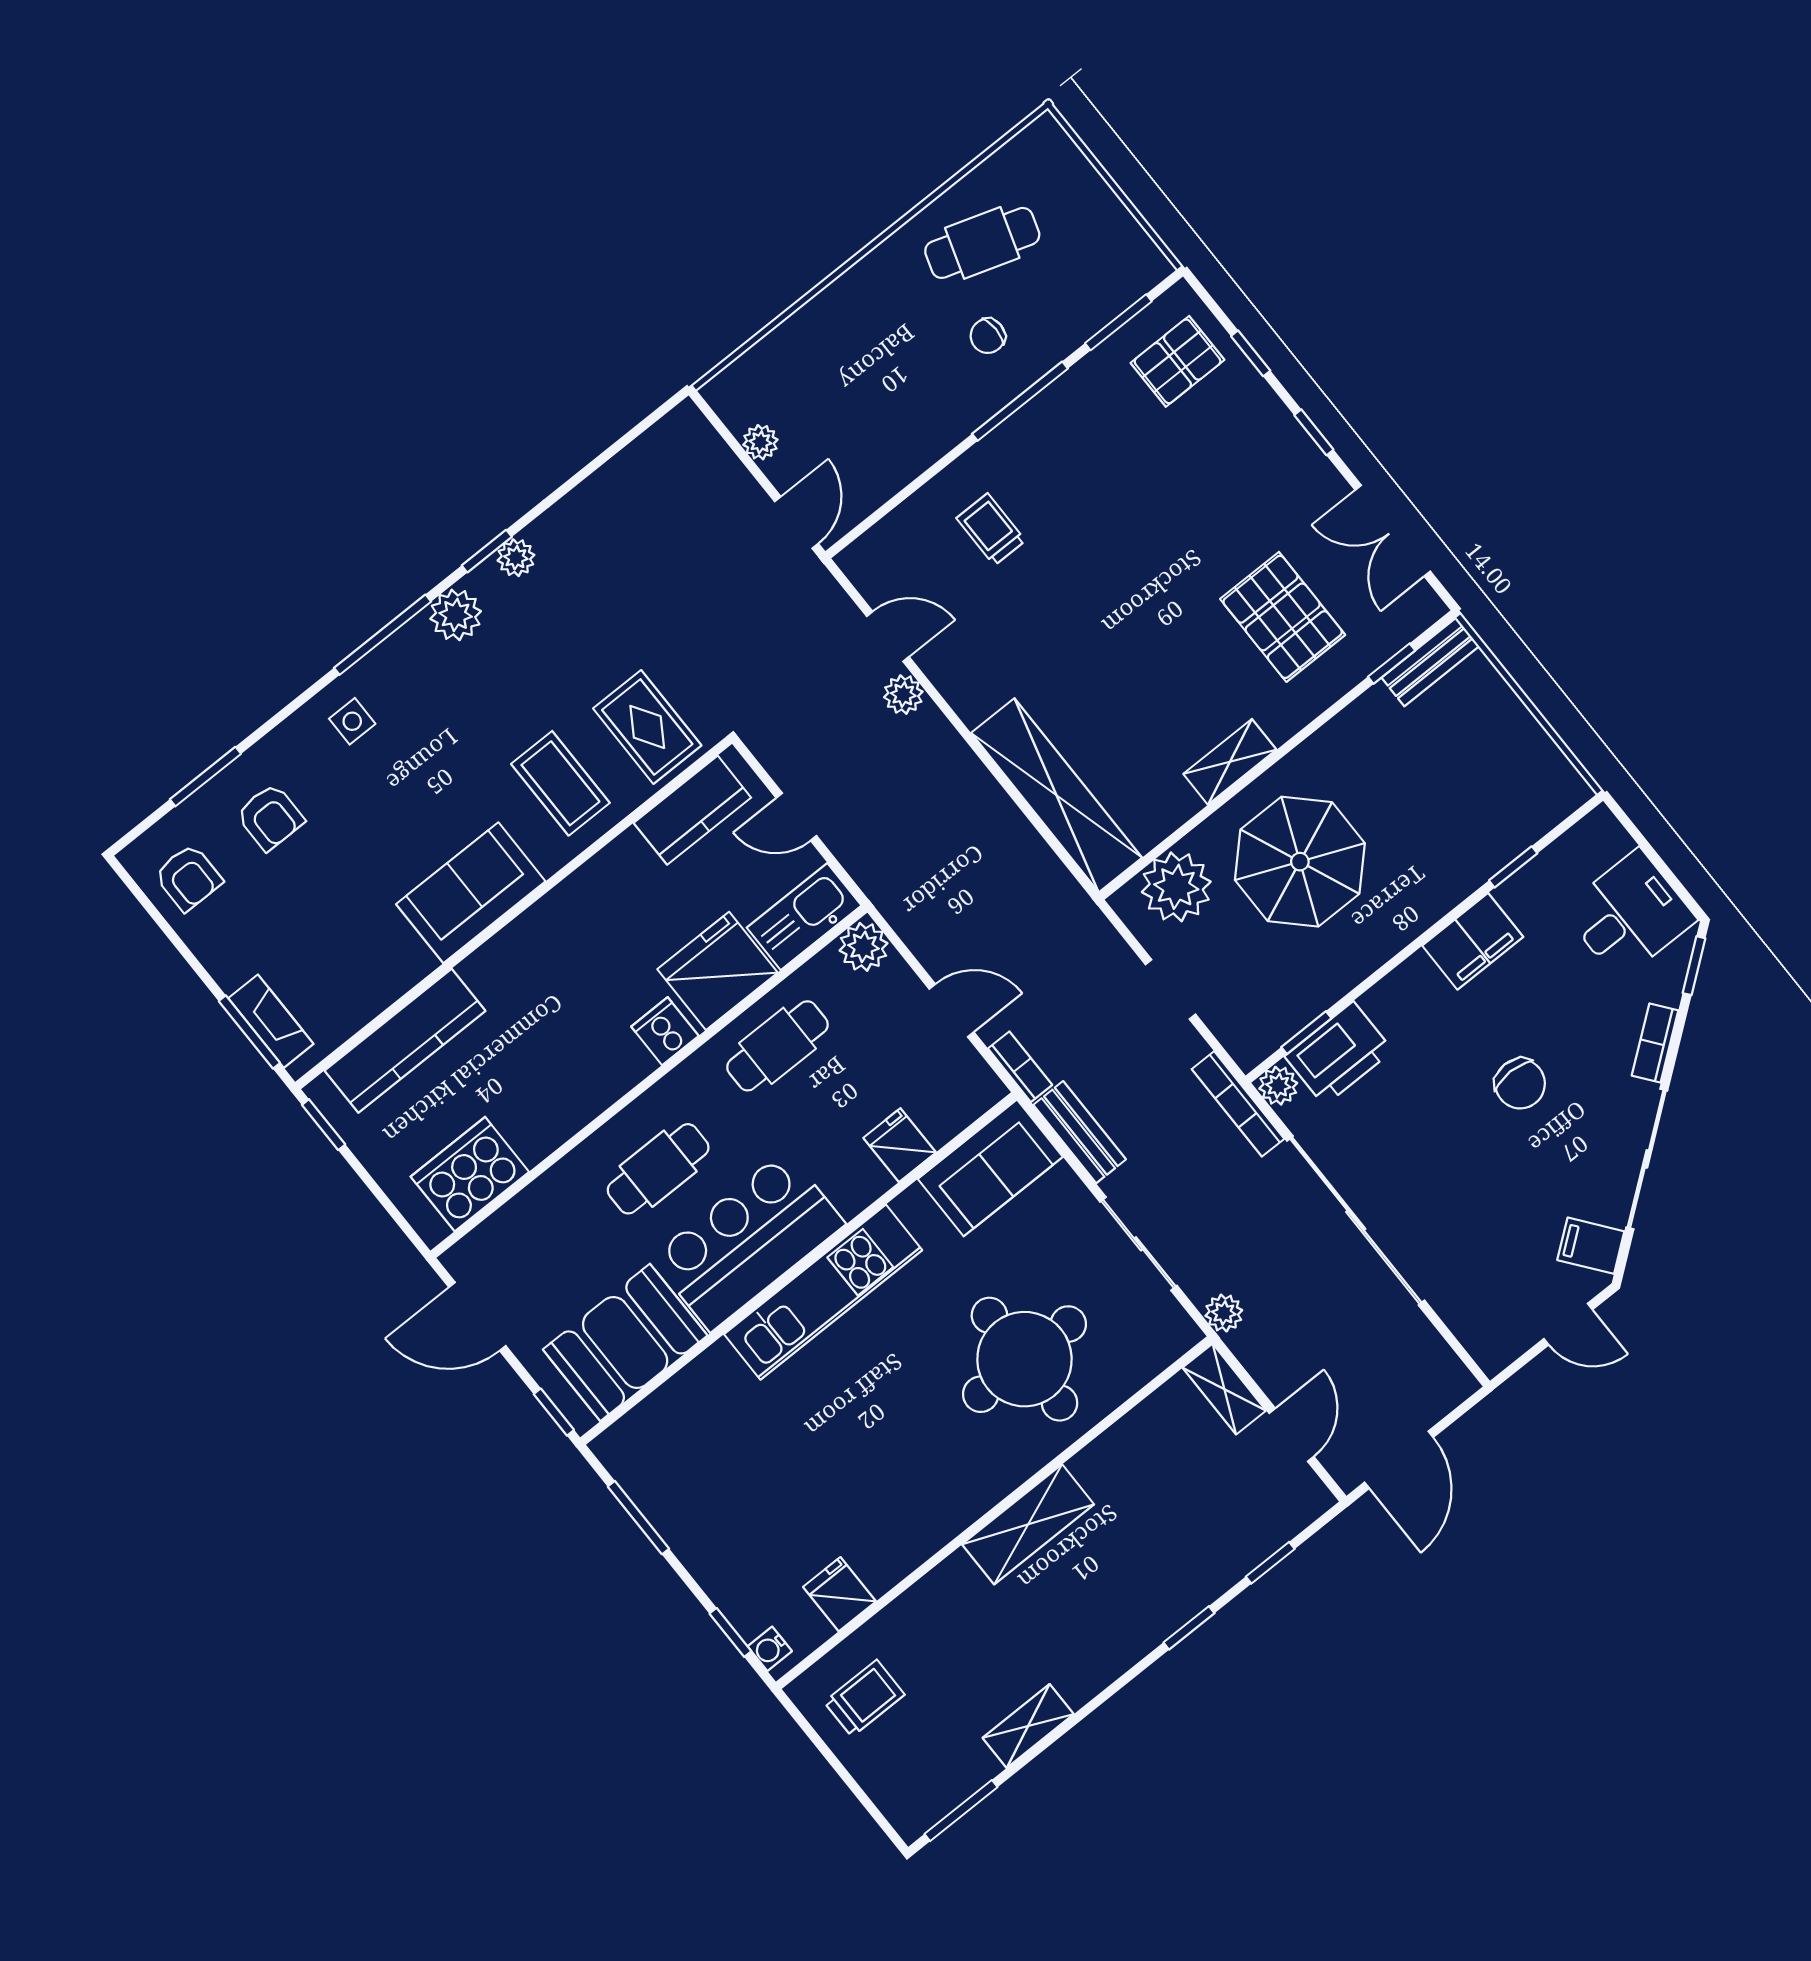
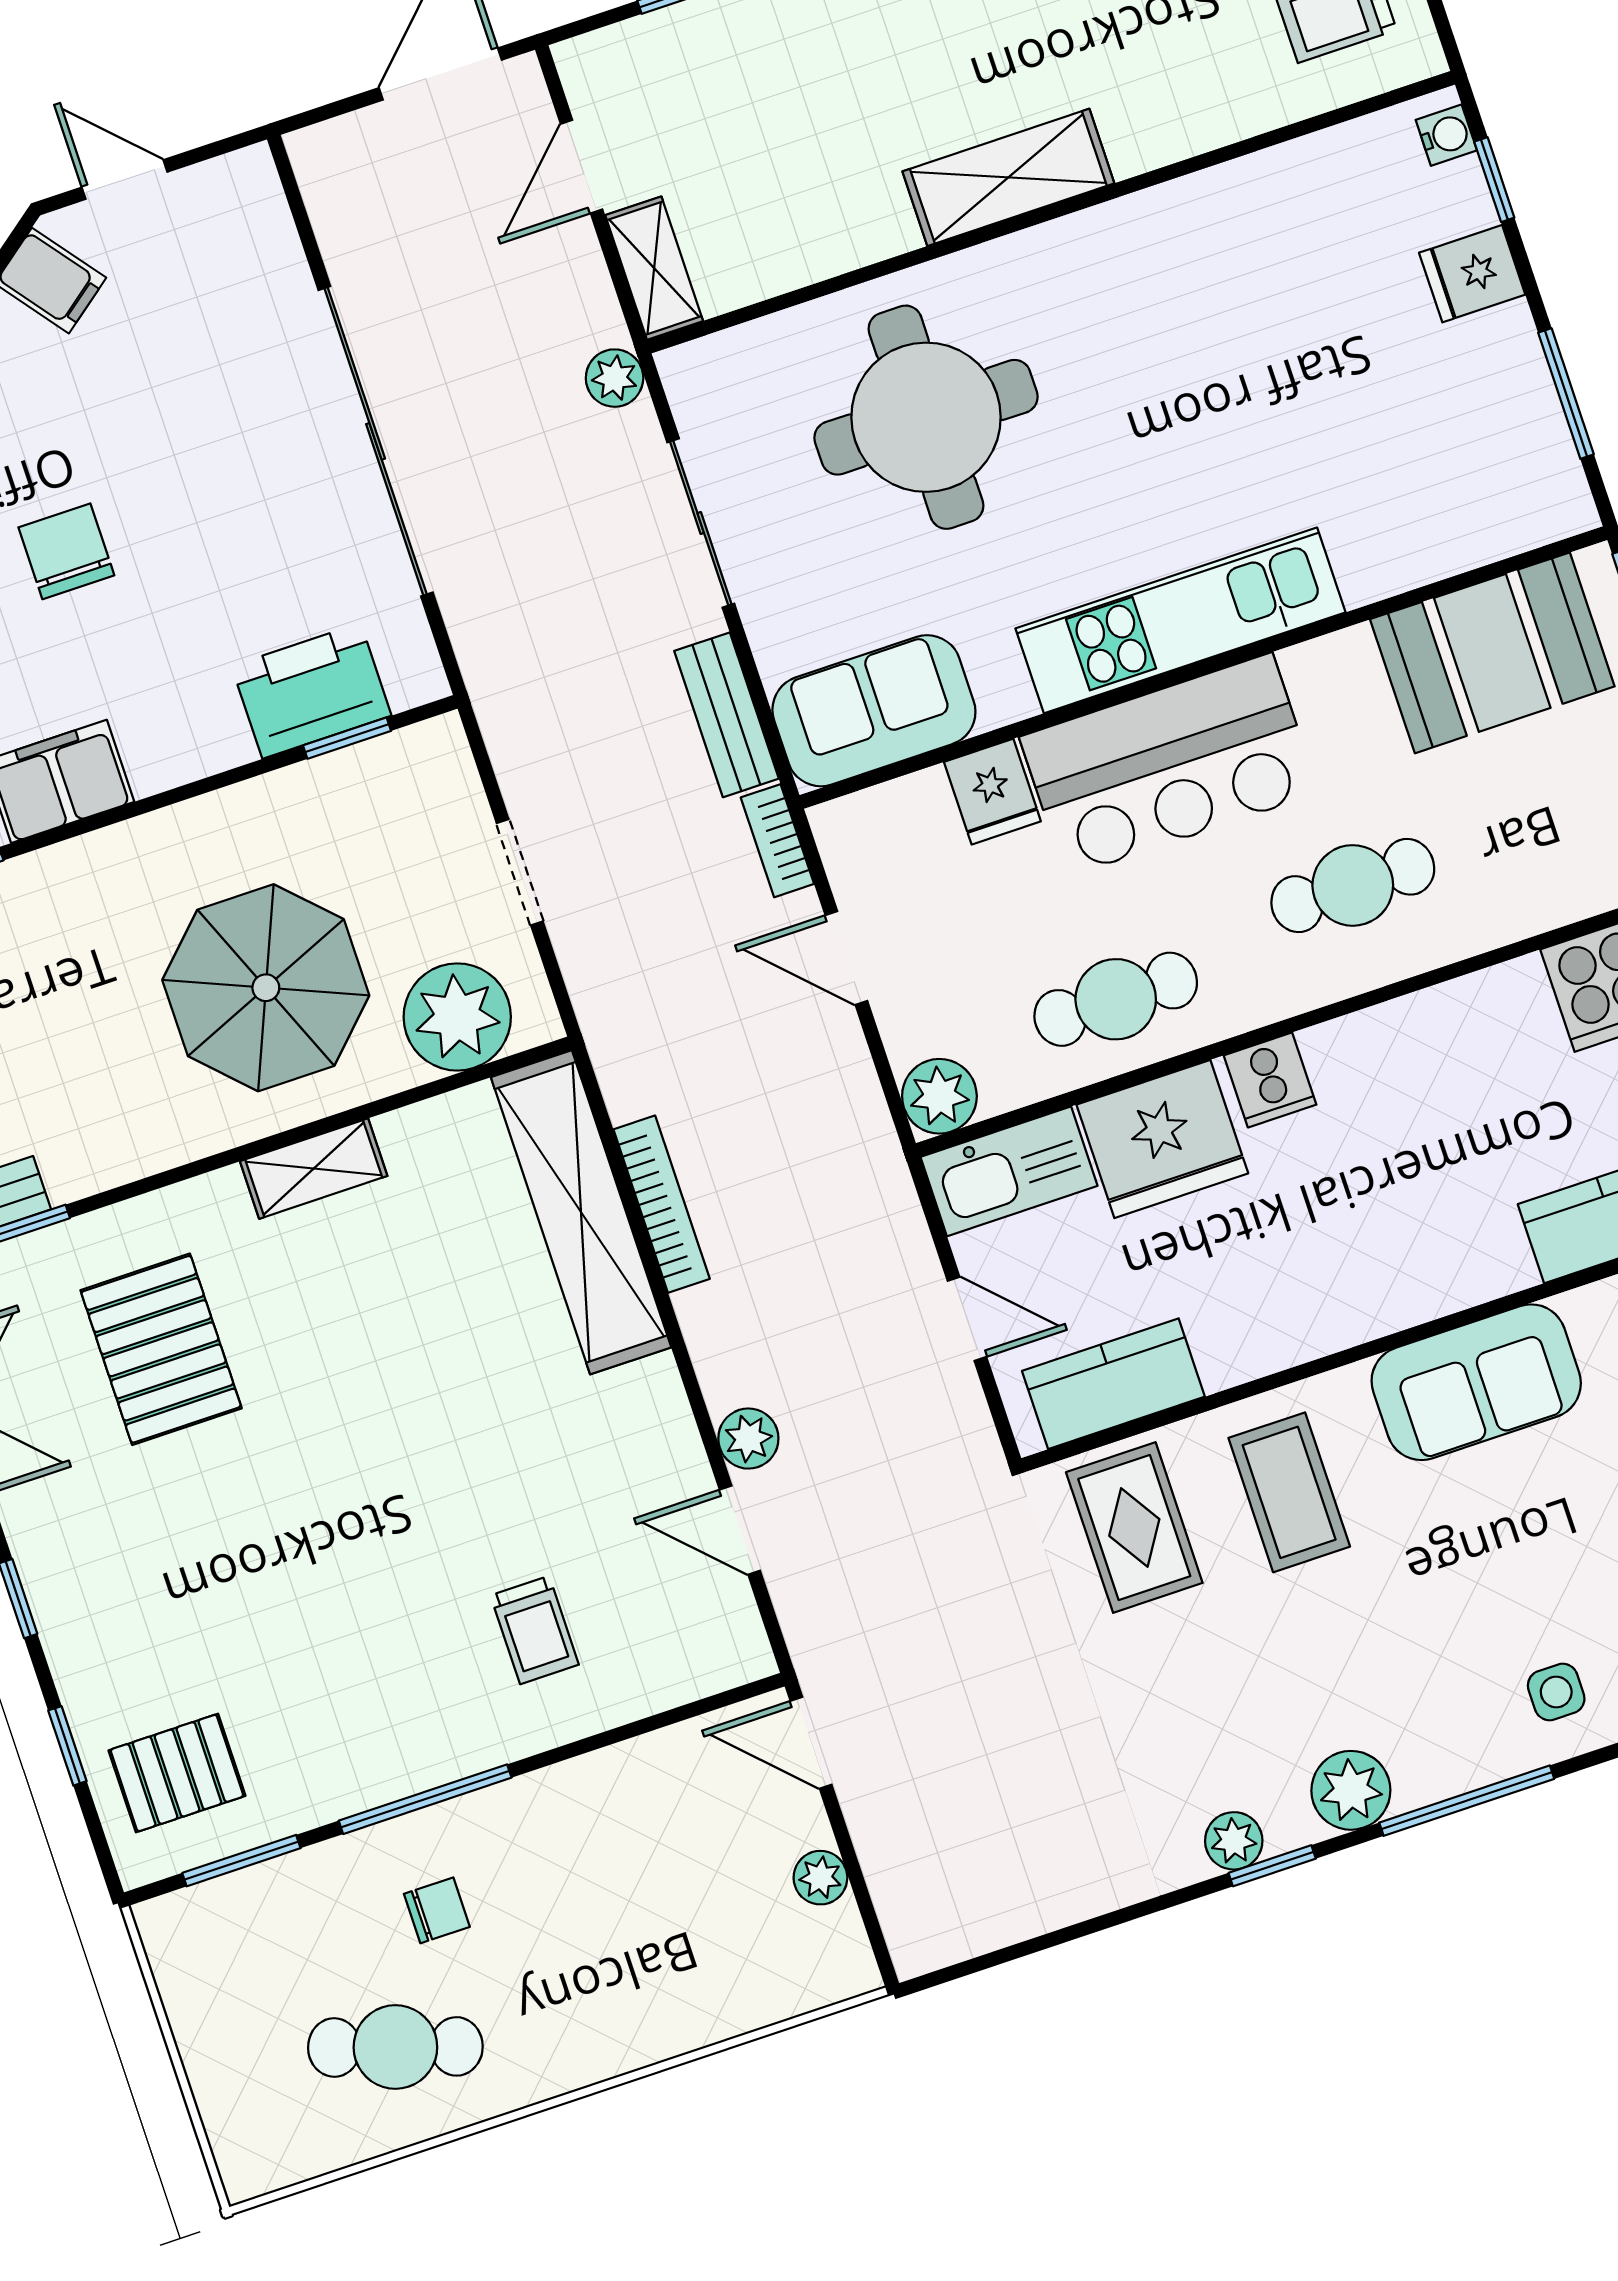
door: (797, 523) -> (811, 1743), hinge flipped
plant: (1278, 1086) -> (416, 677), removed
bookcase: (1238, 1104) -> (662, 1204), moved
bar counter: (748, 1241) -> (1169, 765), moved
fridge: (839, 1594) -> (1472, 274), moved, turned 90

